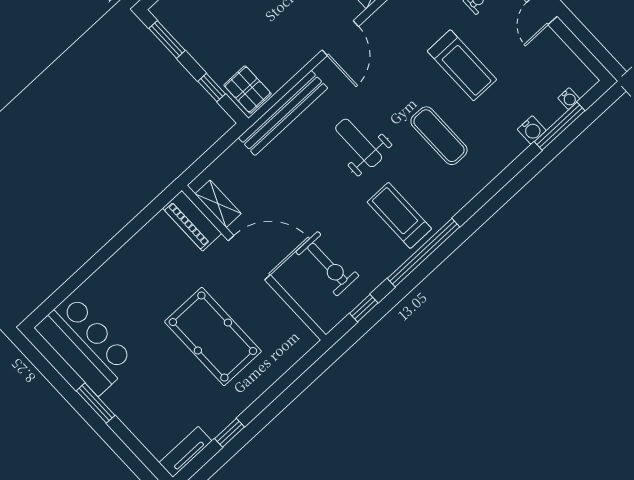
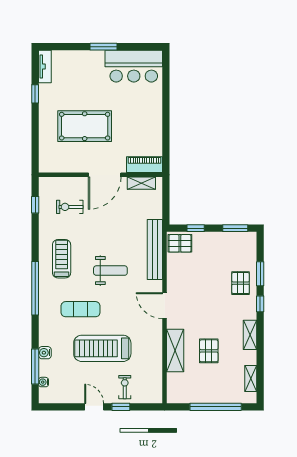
treadmill: (462, 65) -> (102, 348), width x1.37, depth x1.38
treadmill: (399, 215) -> (62, 259), turned -90
window: (424, 253) -> (35, 288), moved
exercise bike: (327, 264) -> (70, 207), width x0.73, depth x0.72

